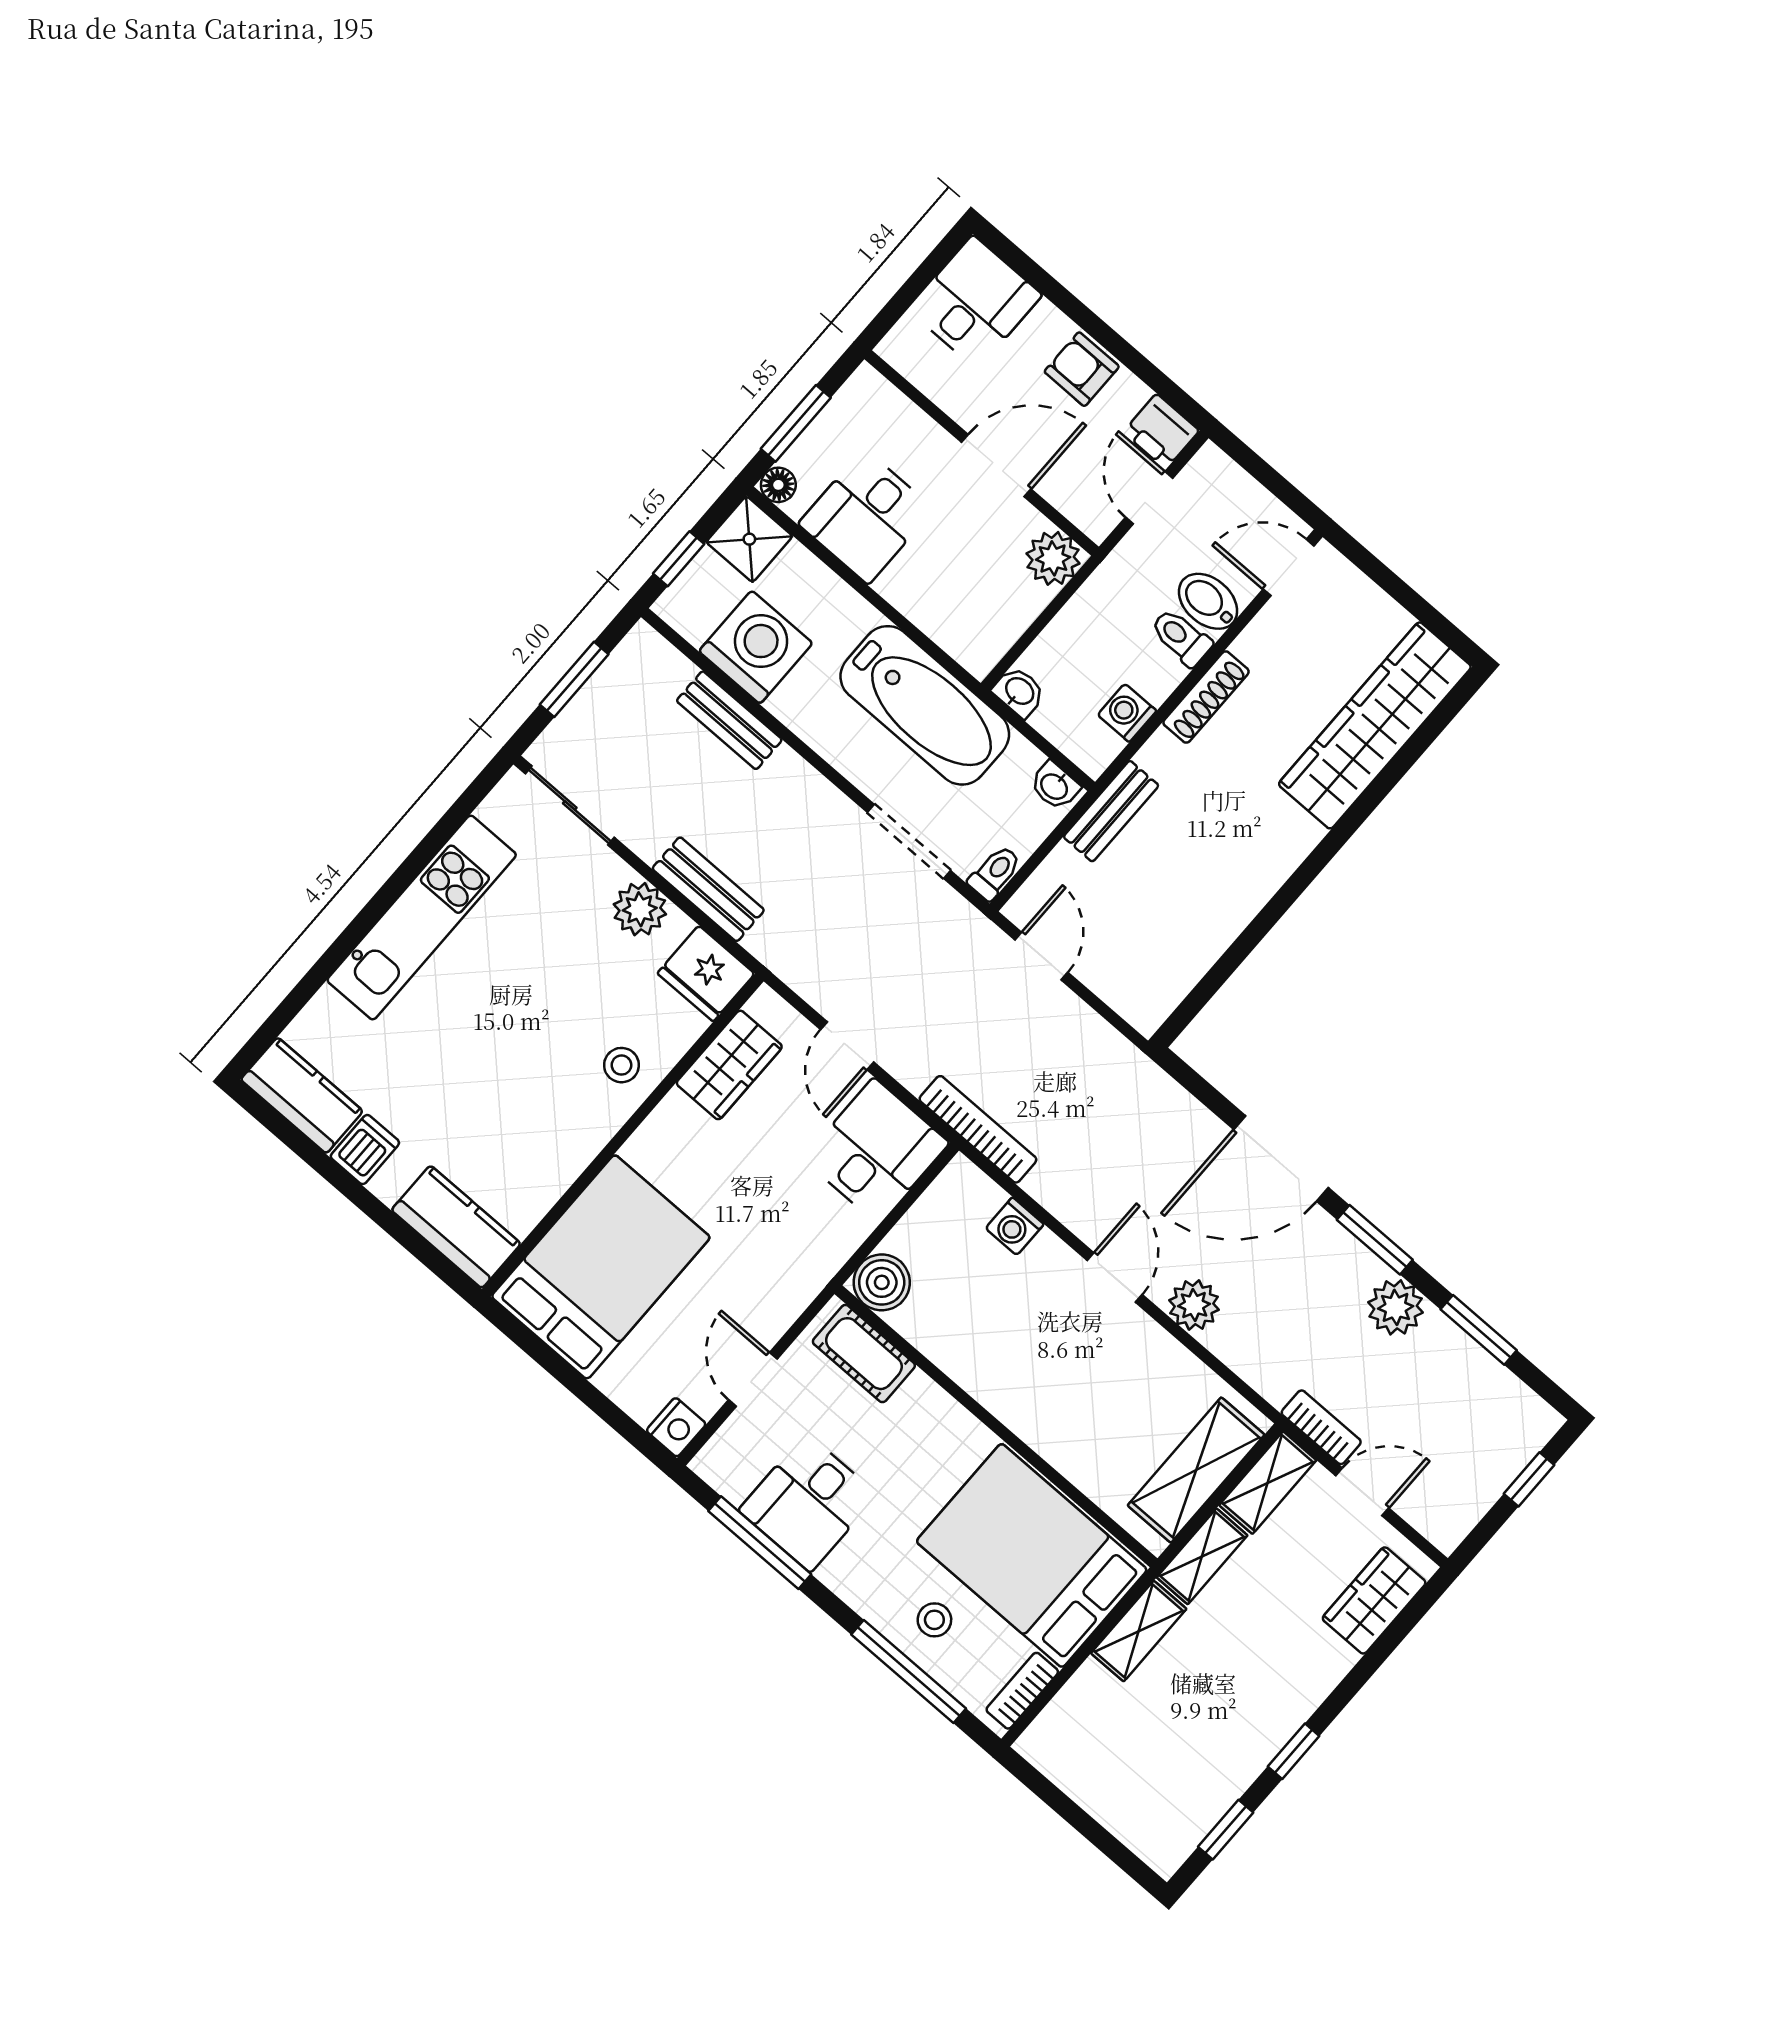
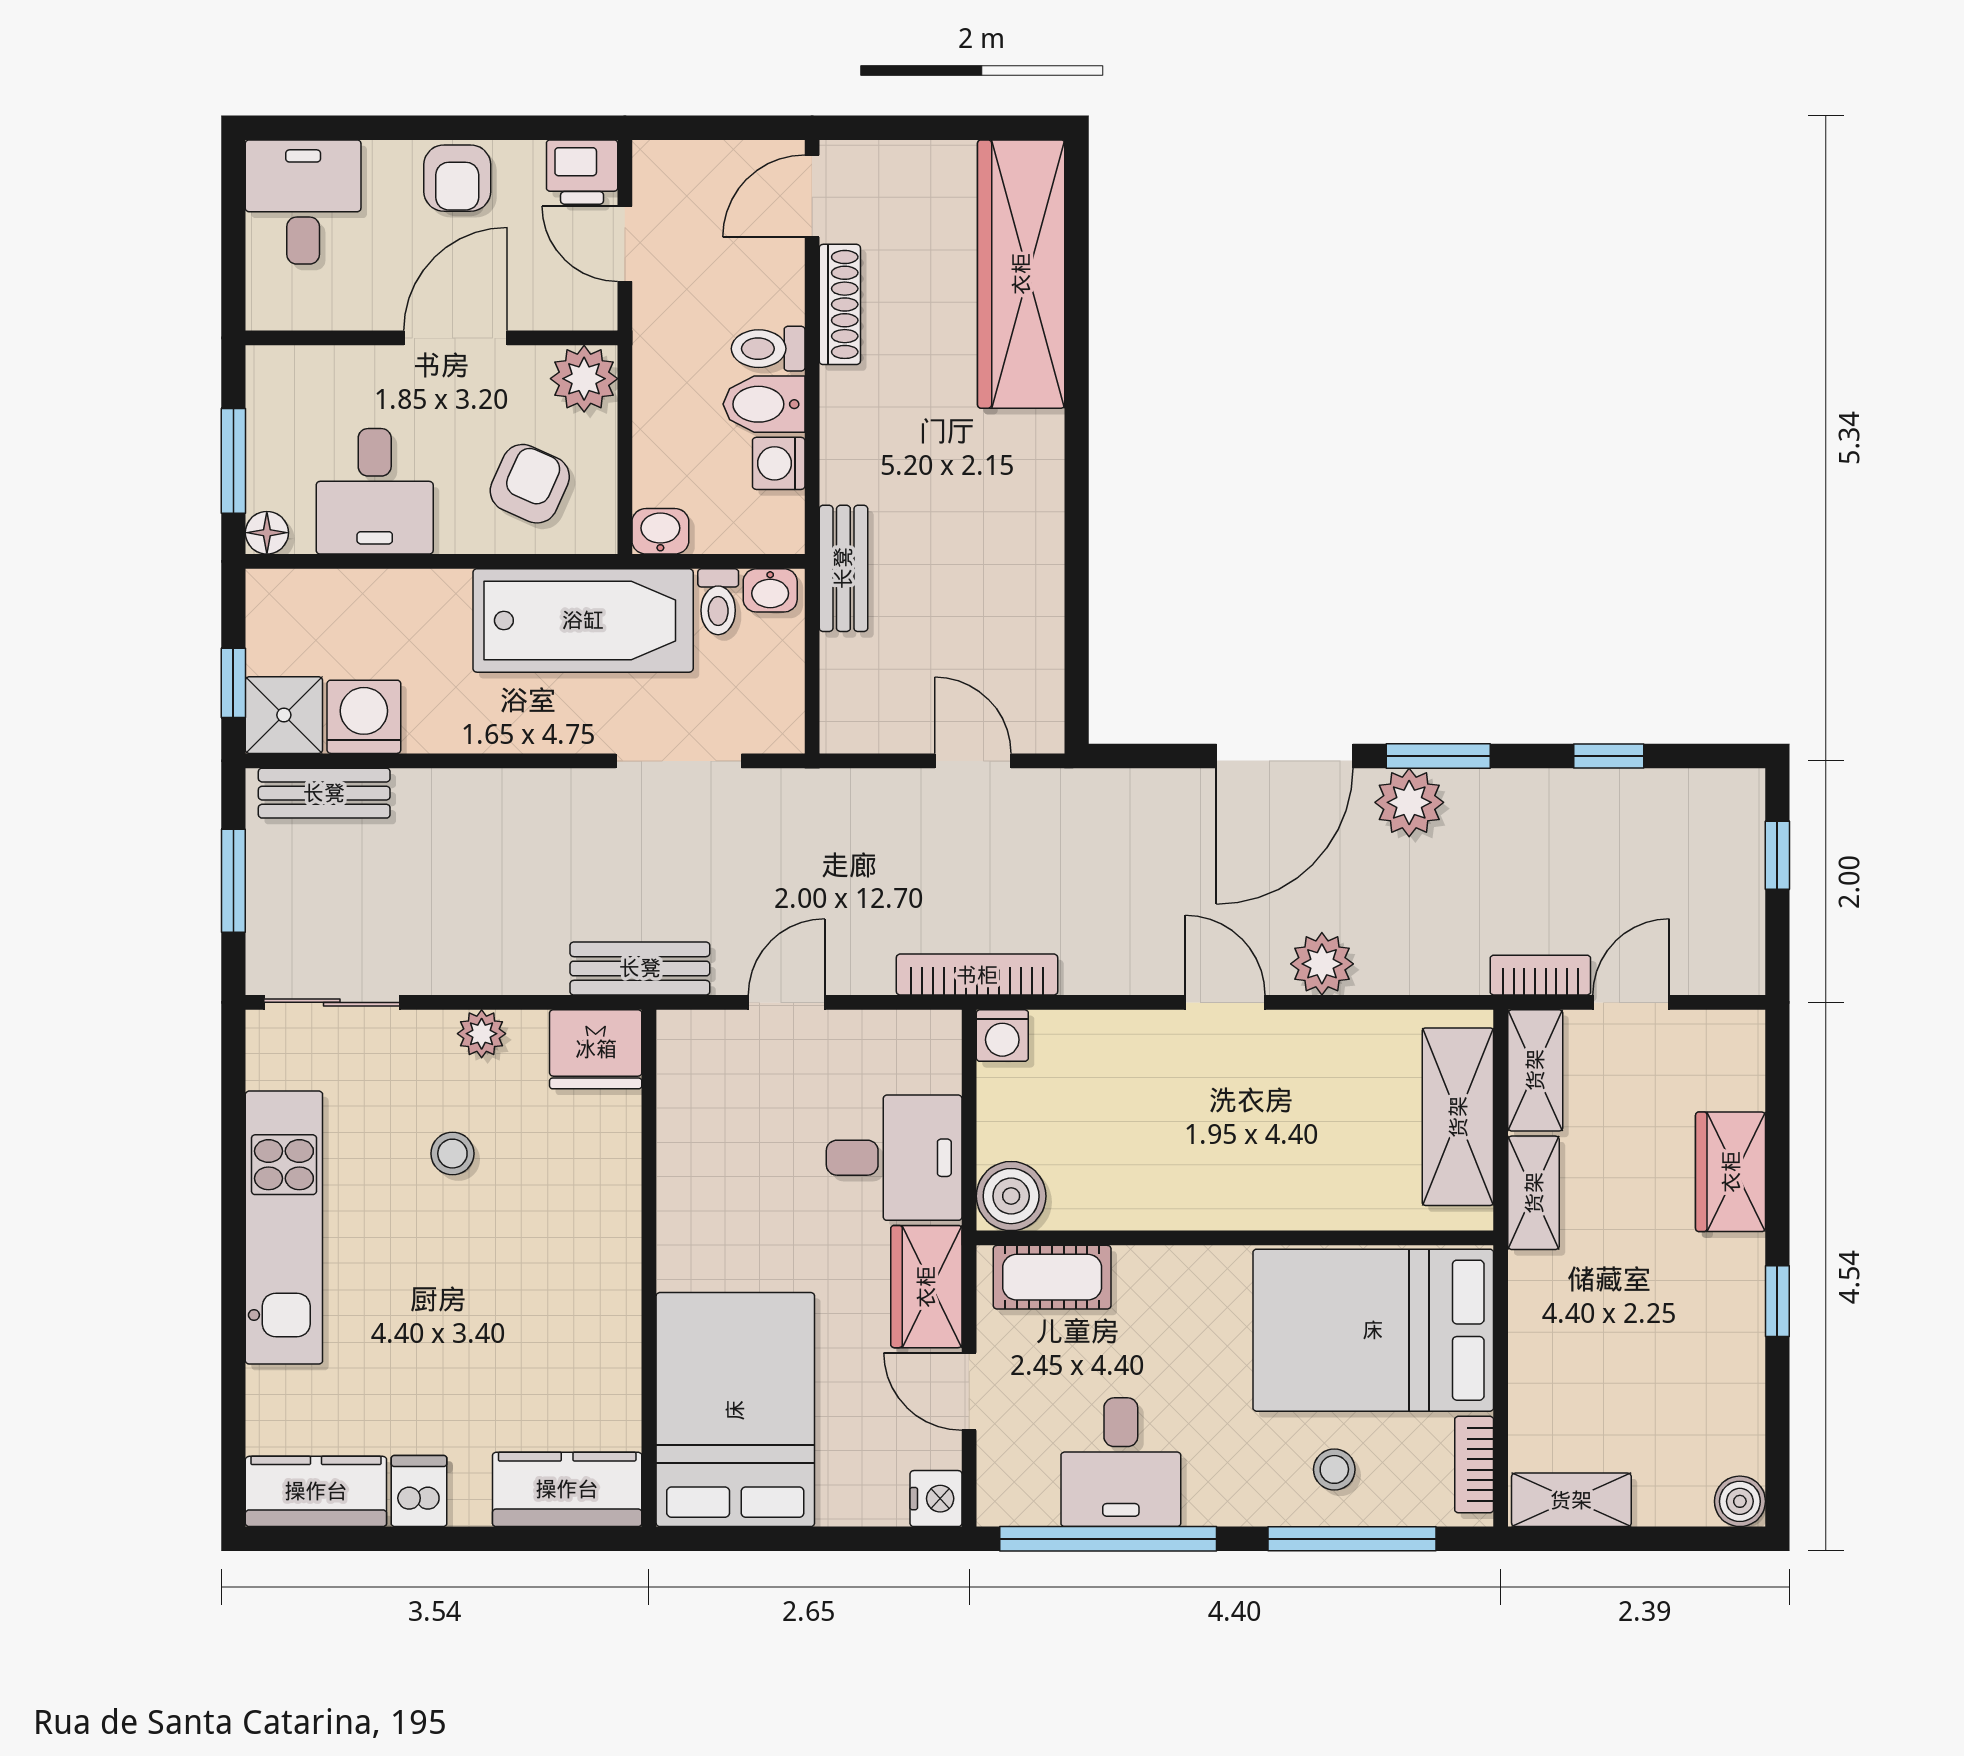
armchair: (1082, 369) -> (457, 178), turned -90
shower: (749, 539) -> (284, 715), moved
armchair: (964, 594) -> (530, 484), added
bidet: (1208, 601) -> (764, 404), moved
washing machine: (756, 647) -> (364, 717), width x0.73, depth x0.73
shoe rack: (1206, 697) -> (840, 304), moved
bench: (729, 720) -> (324, 793), moved
toilet: (995, 873) -> (718, 602), moved, turned 180
bench: (708, 889) -> (640, 968), moved
plant: (640, 909) -> (482, 1034), width x0.73, depth x0.73
door: (1041, 956) -> (973, 761), moved
door: (847, 1046) -> (787, 1002), swing flipped
stool: (621, 1065) -> (452, 1154), moved
wardrobe: (729, 1065) -> (926, 1287), moved, turned 180
desk: (876, 1151) -> (894, 1158), moved, turned 90
washing machine: (1015, 1226) -> (1002, 1036), moved
plant: (1396, 1307) -> (1409, 802), moved
window: (1479, 1330) -> (1609, 756), width x0.67
window: (760, 1543) -> (1108, 1539), width x1.46
wardrobe: (1374, 1600) -> (1731, 1172), moved
shelving: (1139, 1631) -> (1571, 1500), moved, turned 90
window: (1226, 1830) -> (1777, 1430), removed
boiler: (1165, 1854) -> (1740, 1501), added

